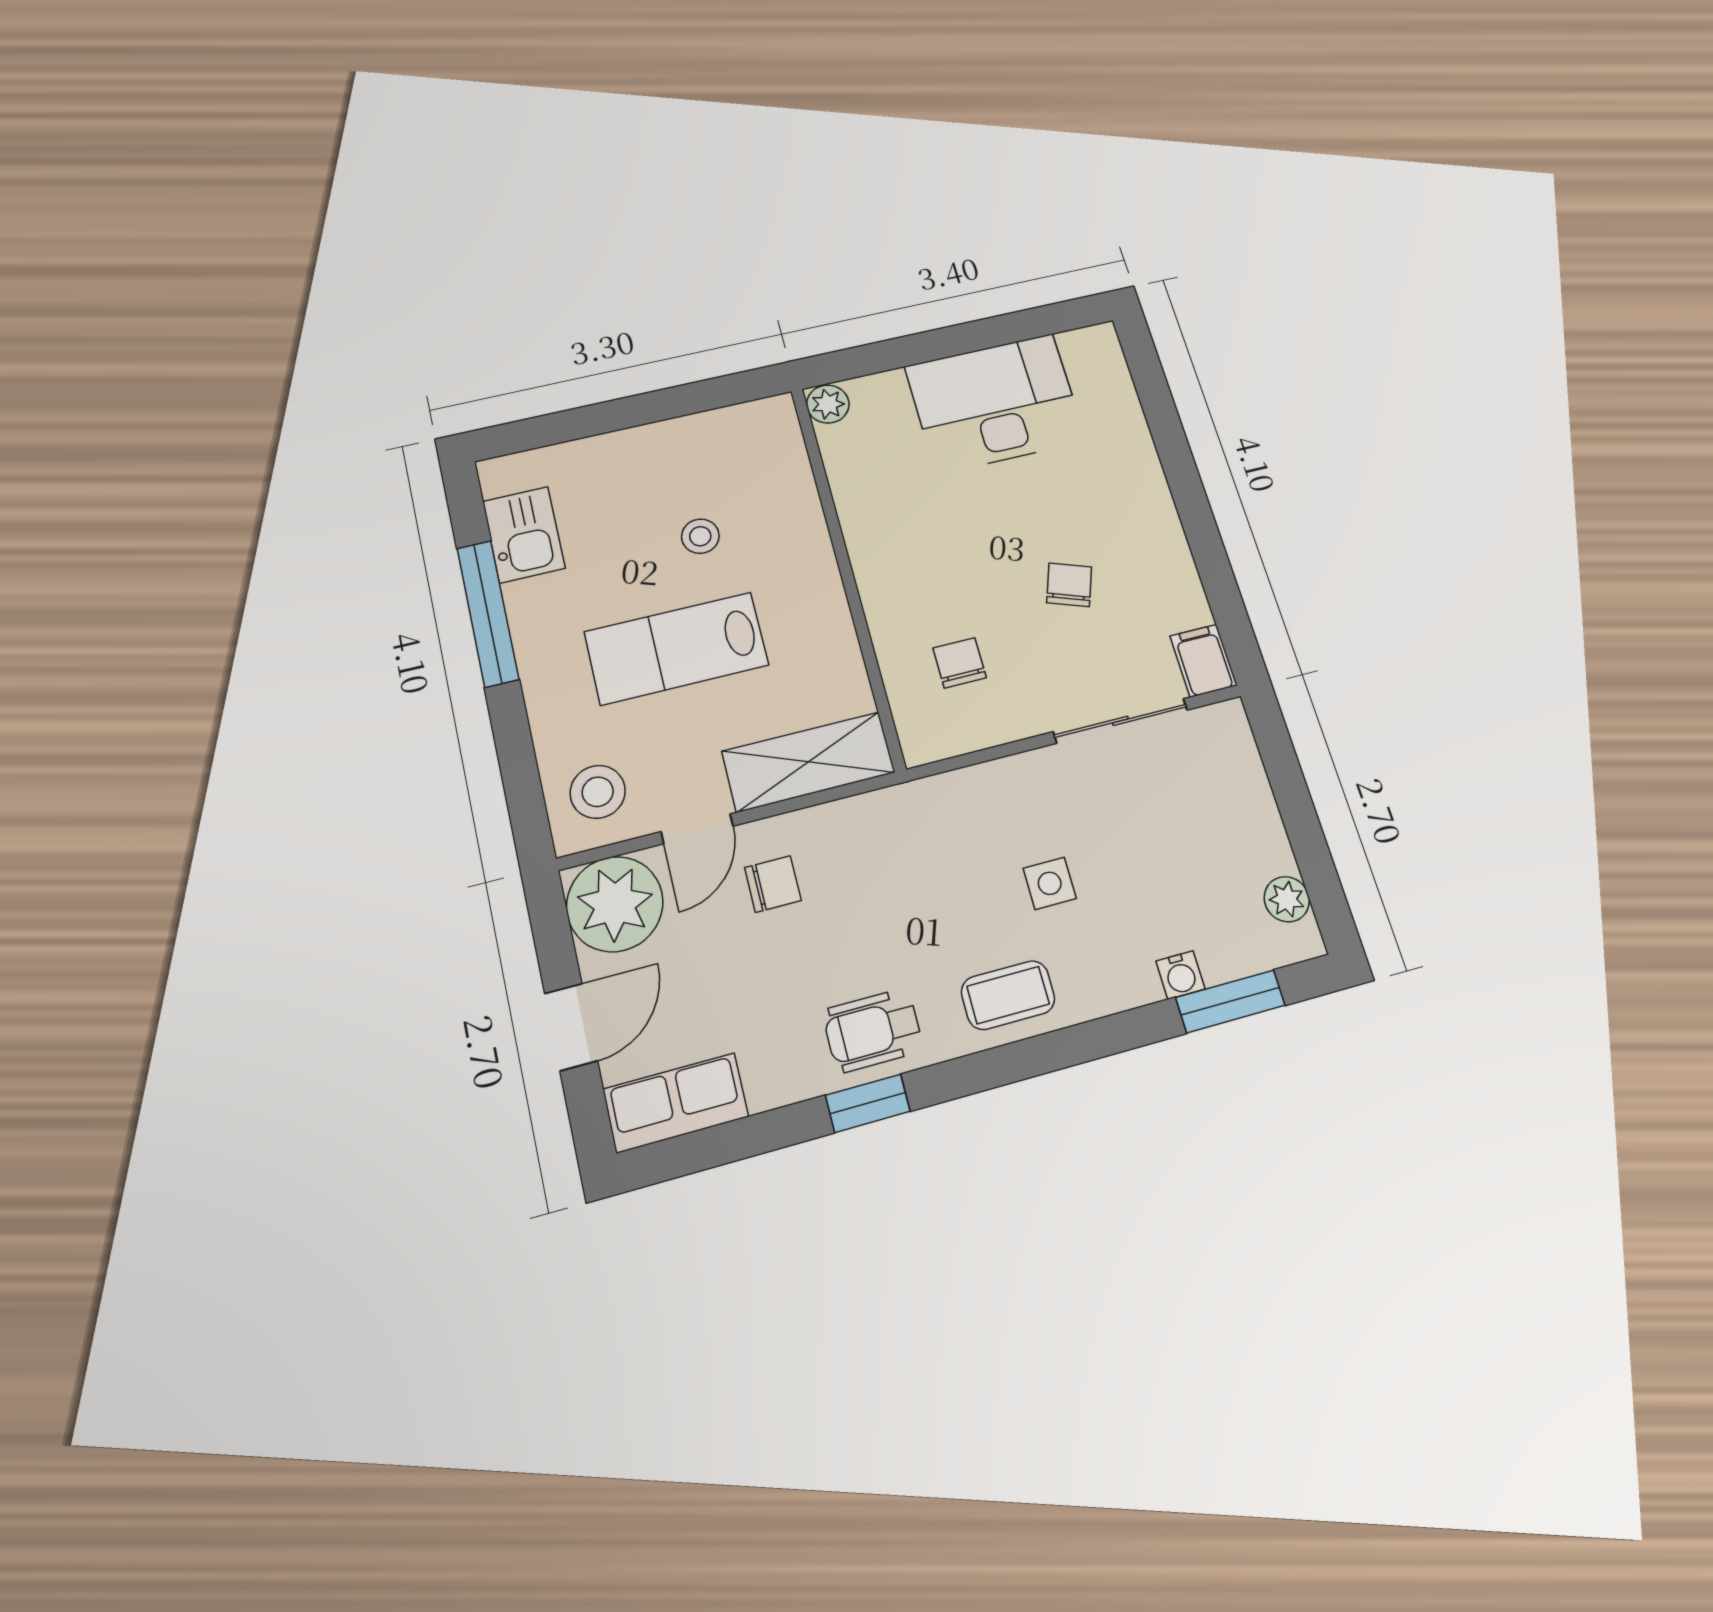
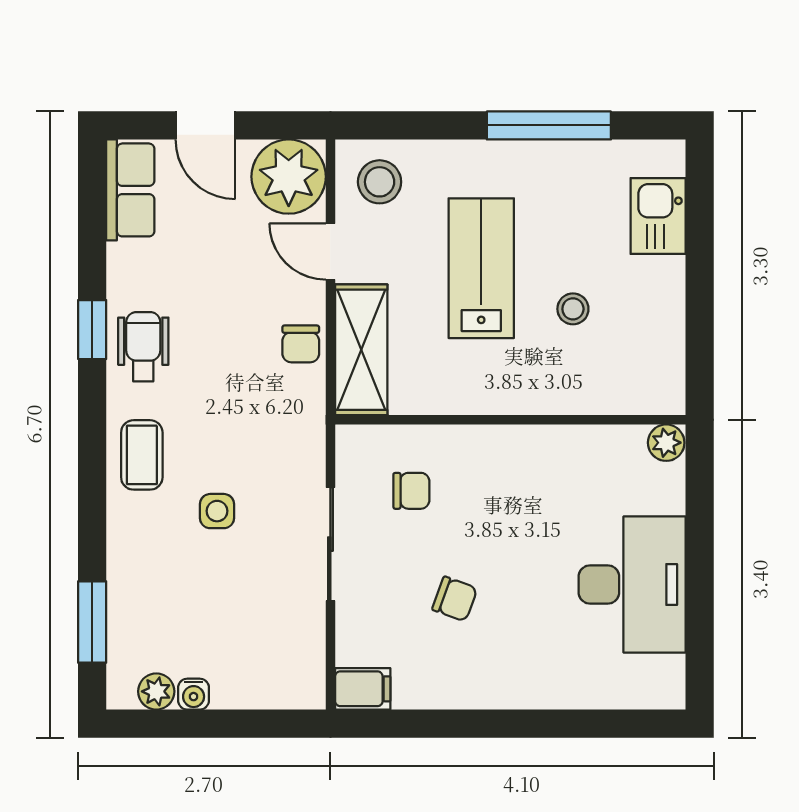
kitchen sink: (524, 535) -> (658, 216), moved, turned 90
sliding door: (1120, 721) -> (330, 544), moved
chair: (773, 884) -> (301, 344), moved
water cooler: (1180, 975) -> (194, 694), moved, turned -90

